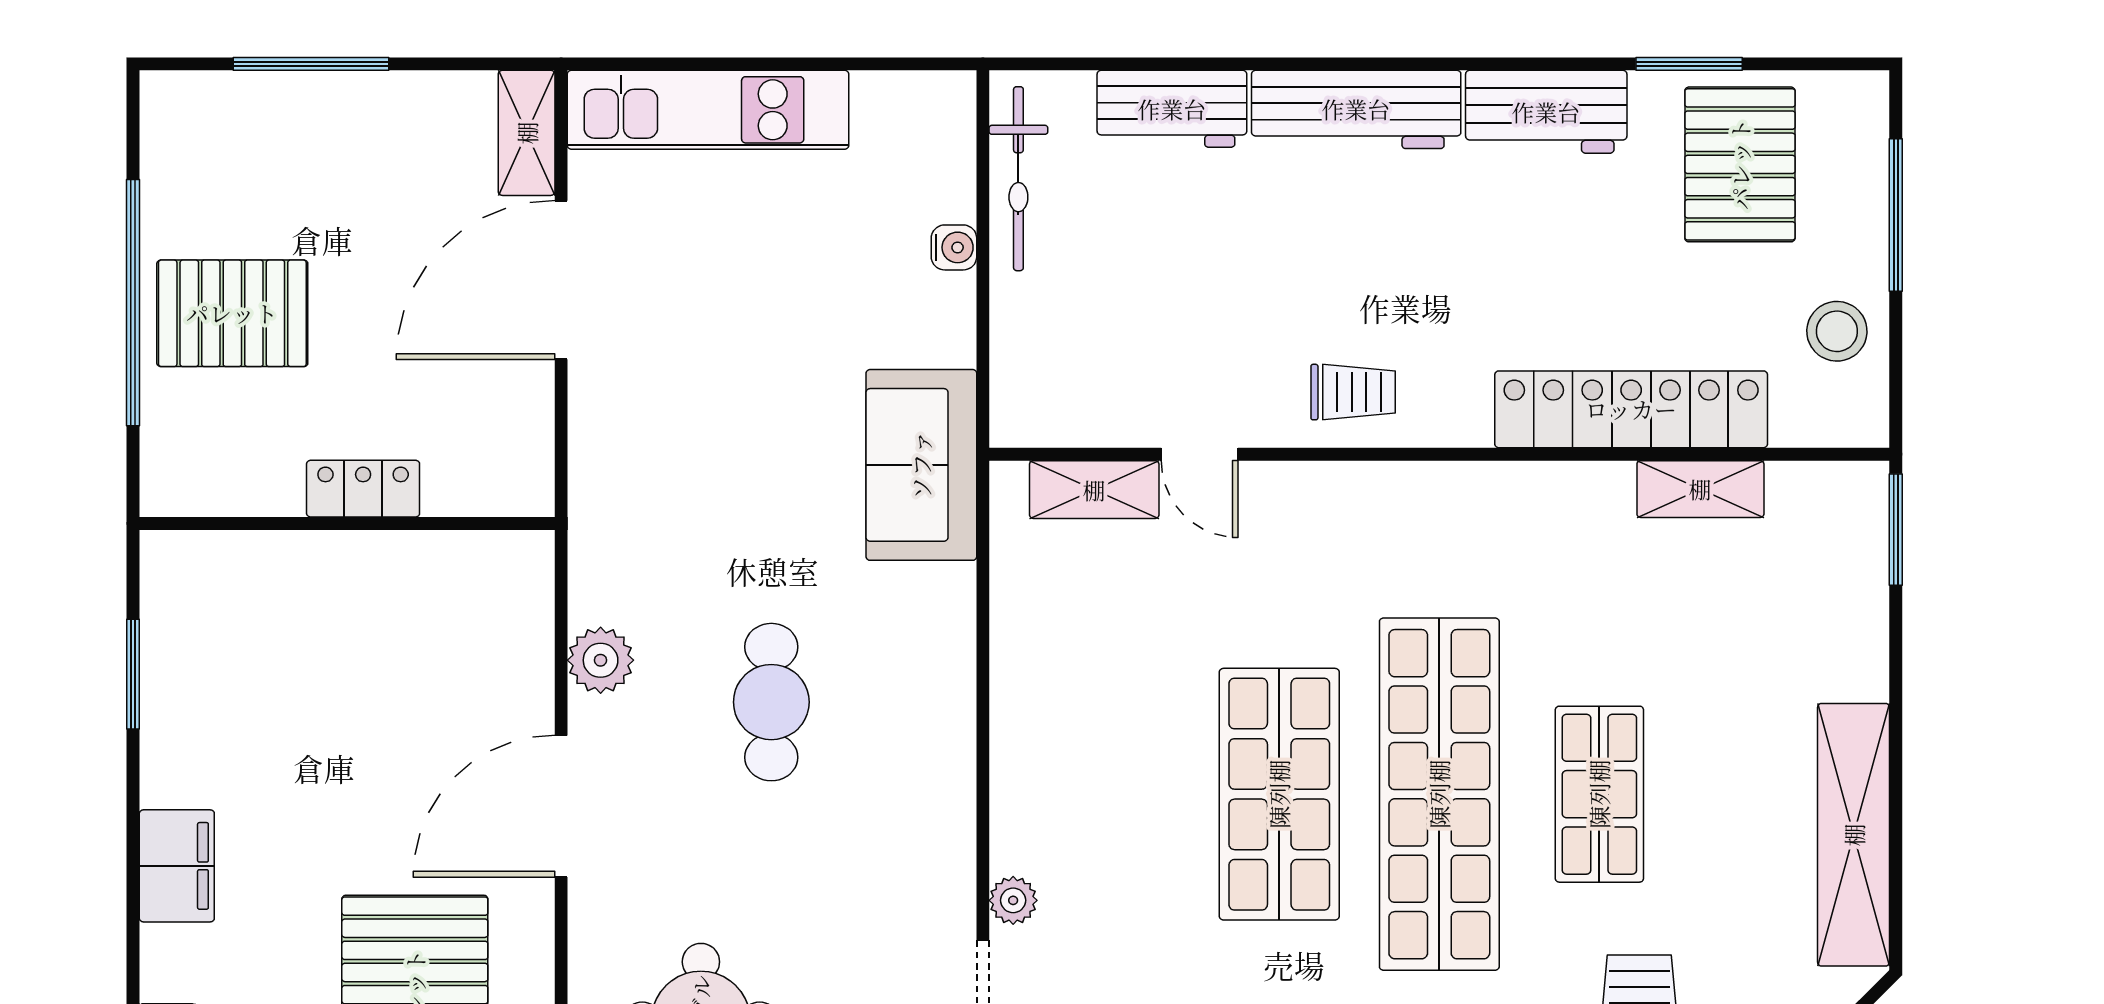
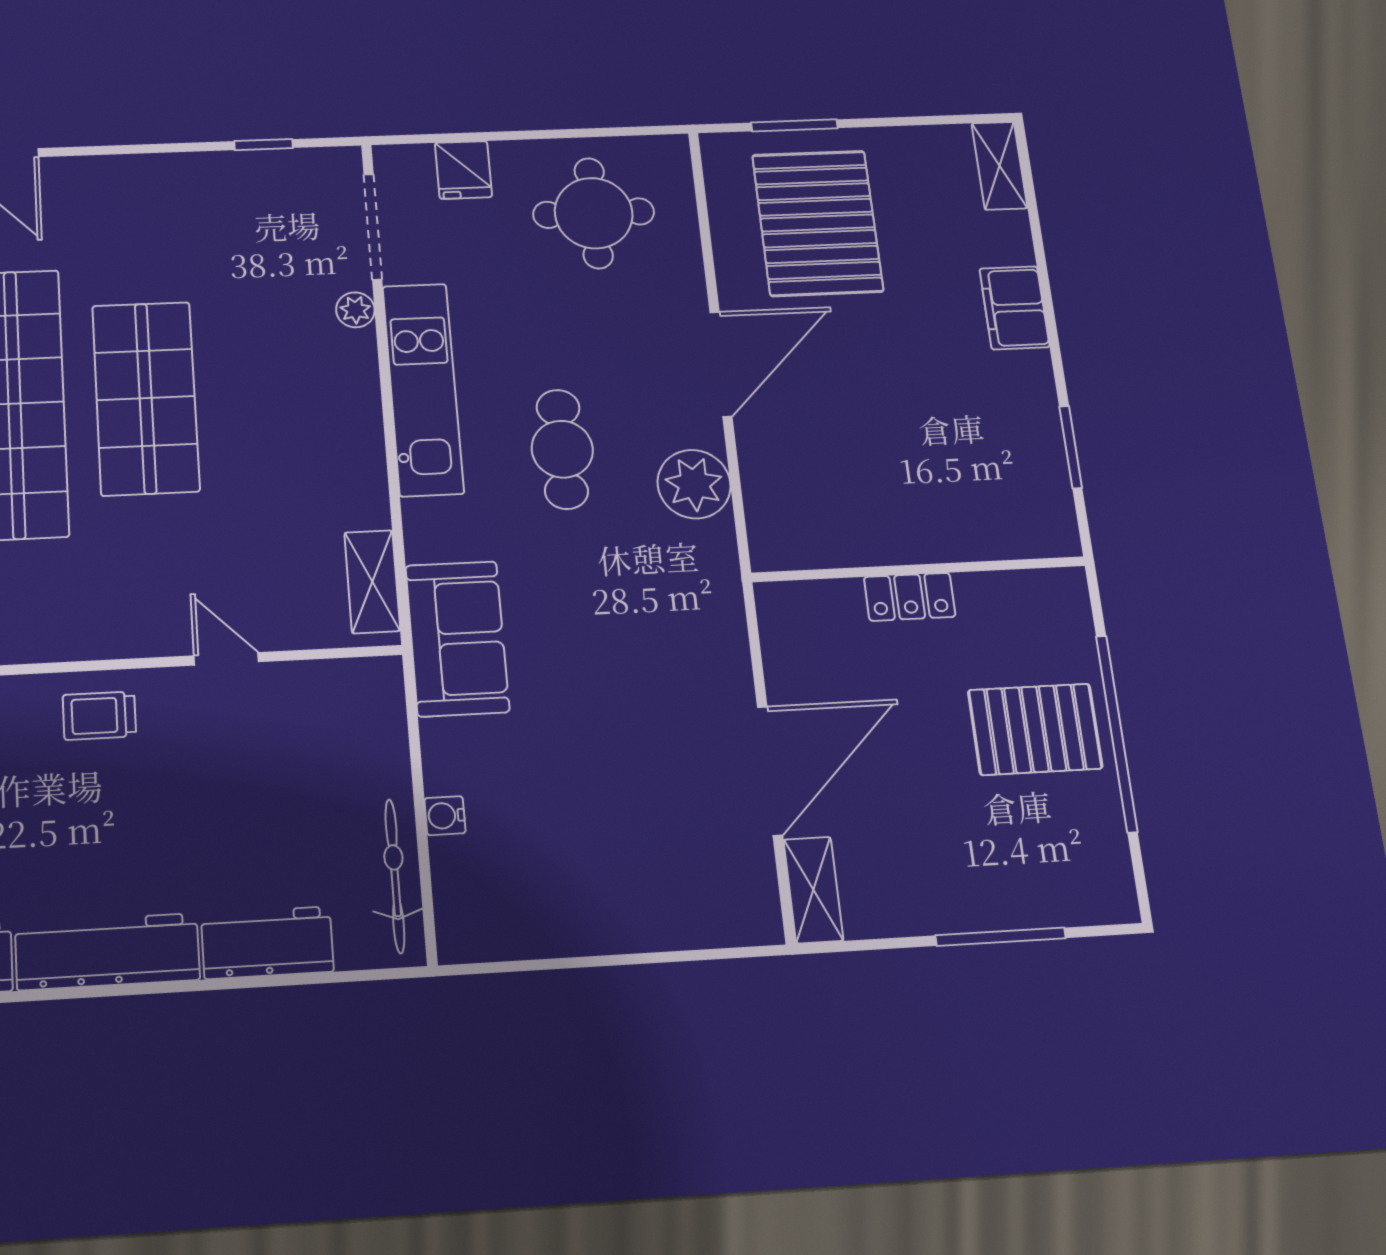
kitchen unit: (708, 110) -> (423, 389), moved, turned 90
shelving: (1094, 490) -> (372, 582), moved, turned 90
plant: (601, 660) -> (694, 484), width x1.36, depth x1.36

